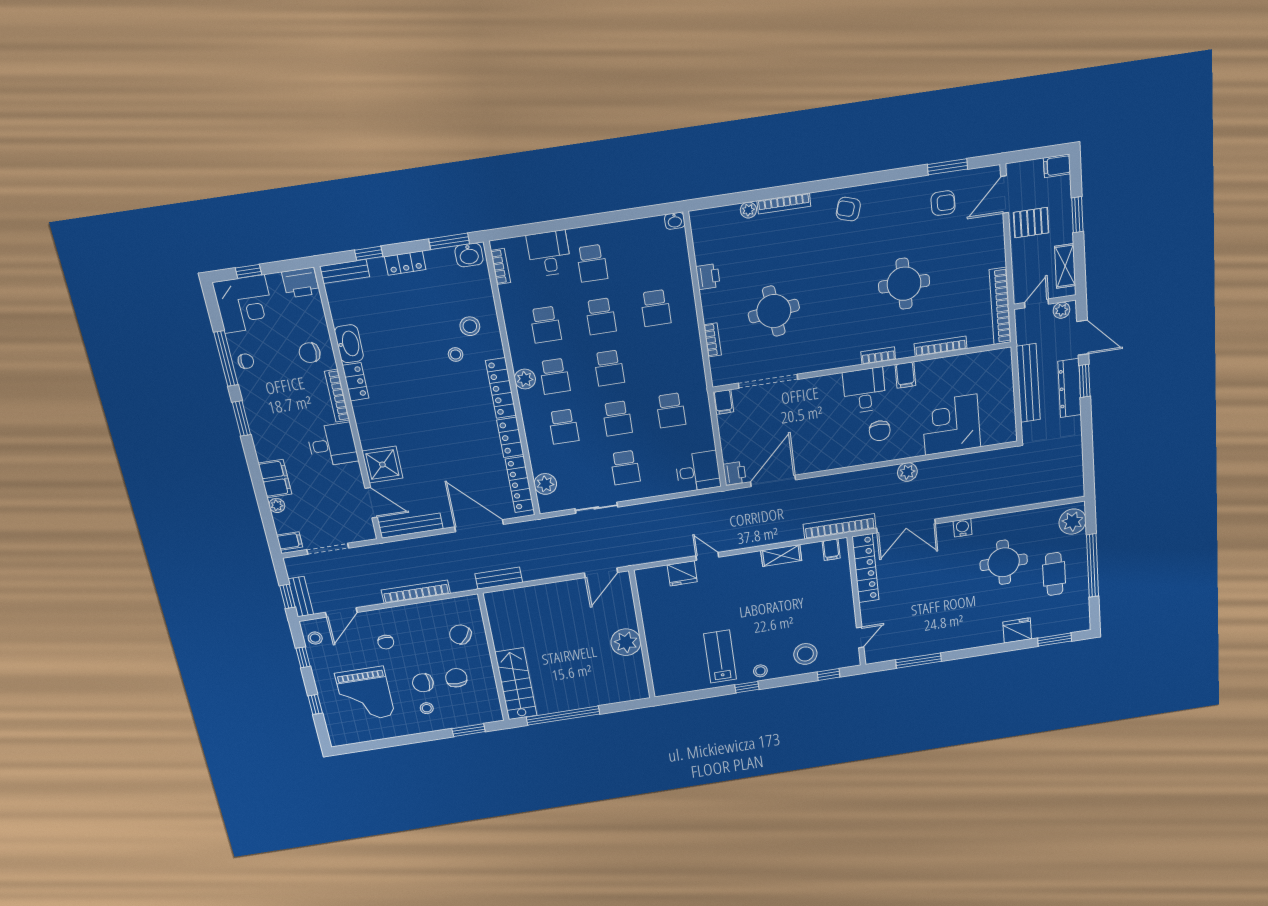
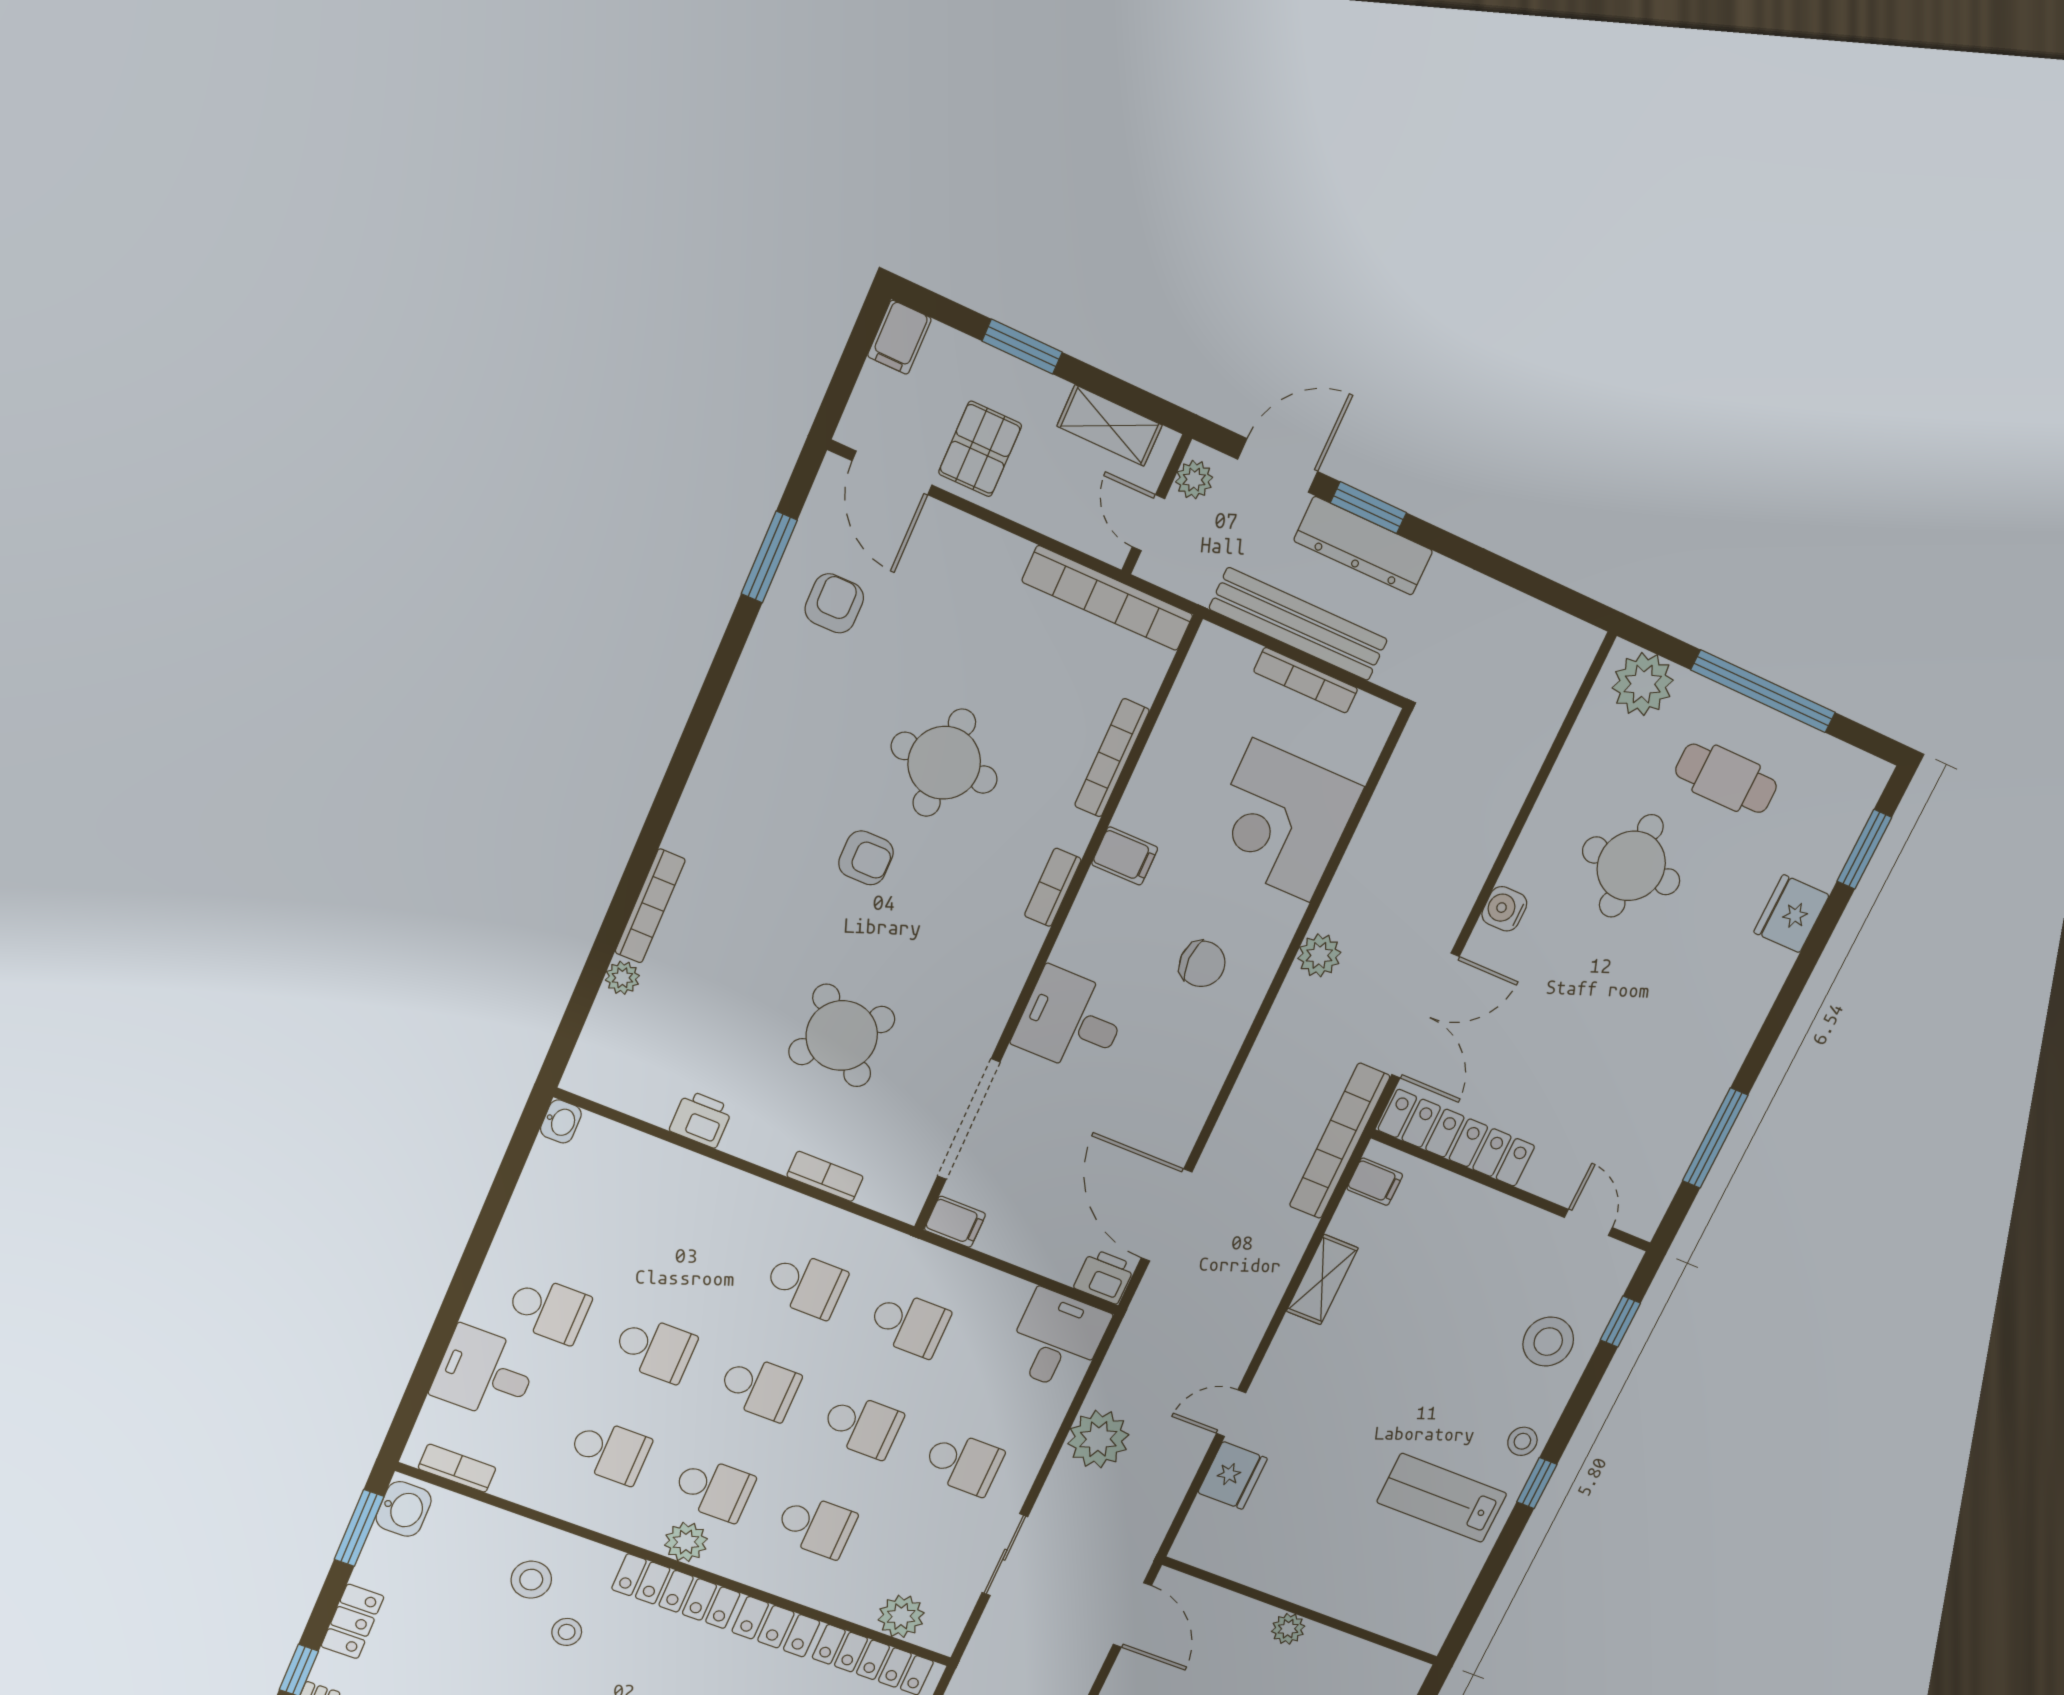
armchair: (848, 209) -> (866, 858), moved, turned -107
school desk: (656, 308) -> (806, 1284), moved
round table: (774, 311) -> (842, 1036), turned -38
desk: (864, 390) -> (1071, 1021), moved
bookcase: (1009, 399) -> (1306, 680), added
plant: (667, 513) -> (1098, 1439), added
plant: (626, 642) -> (1288, 1629), width x0.53, depth x0.53

